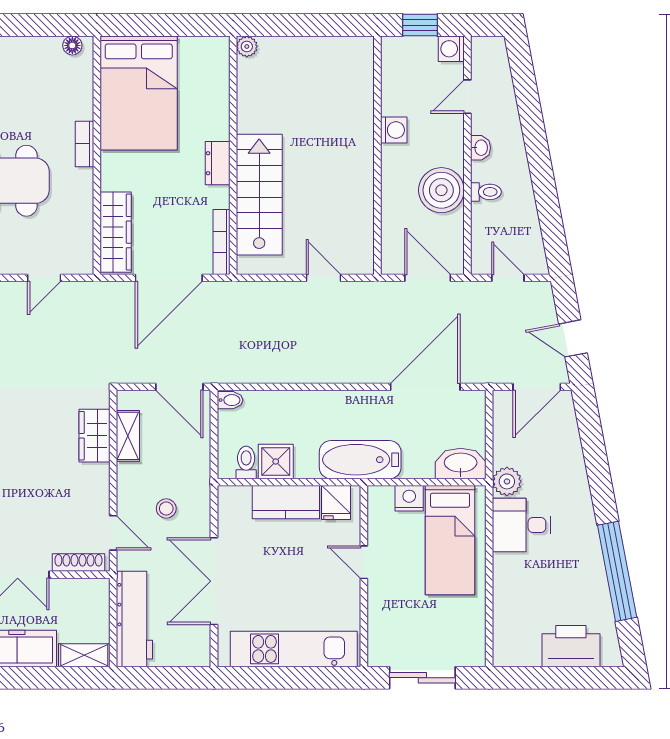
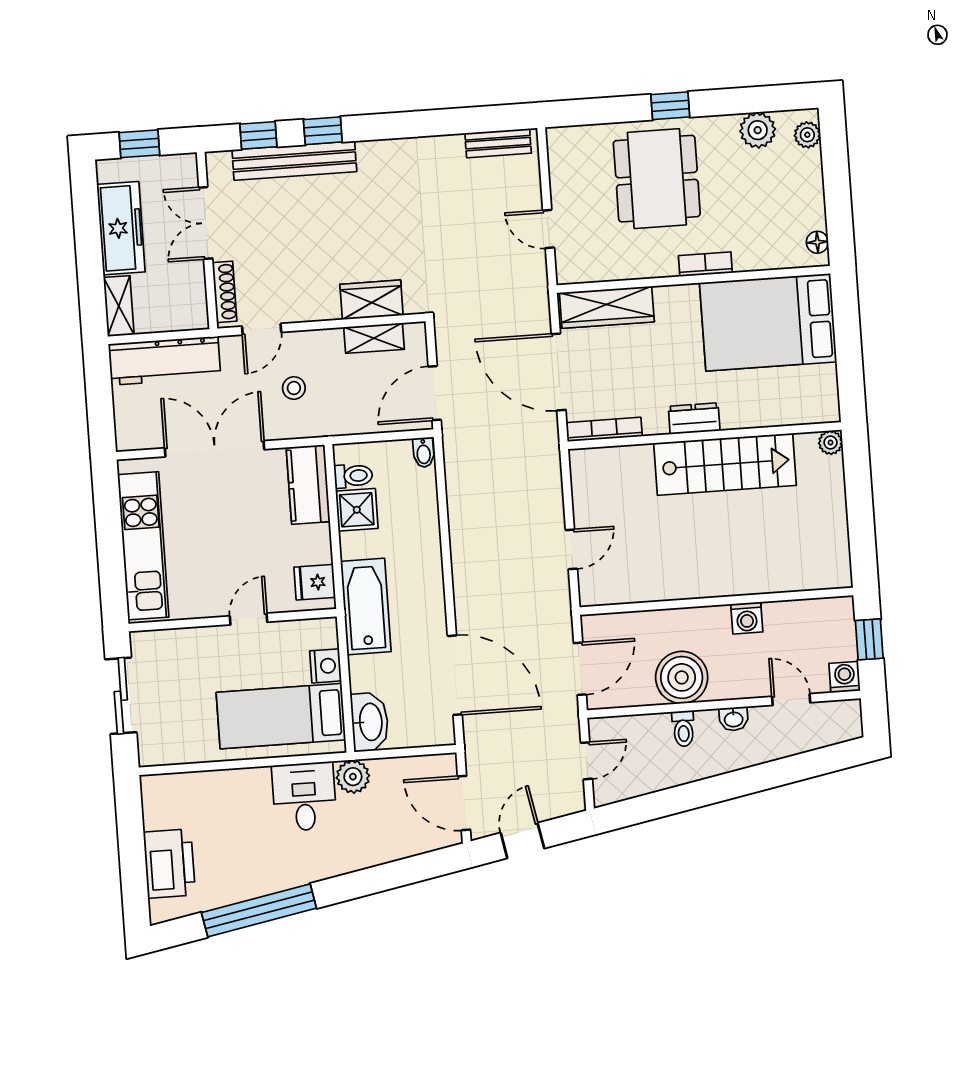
stairs: (259, 195) -> (725, 464), moved
kitchen counter: (286, 502) -> (308, 484), moved

